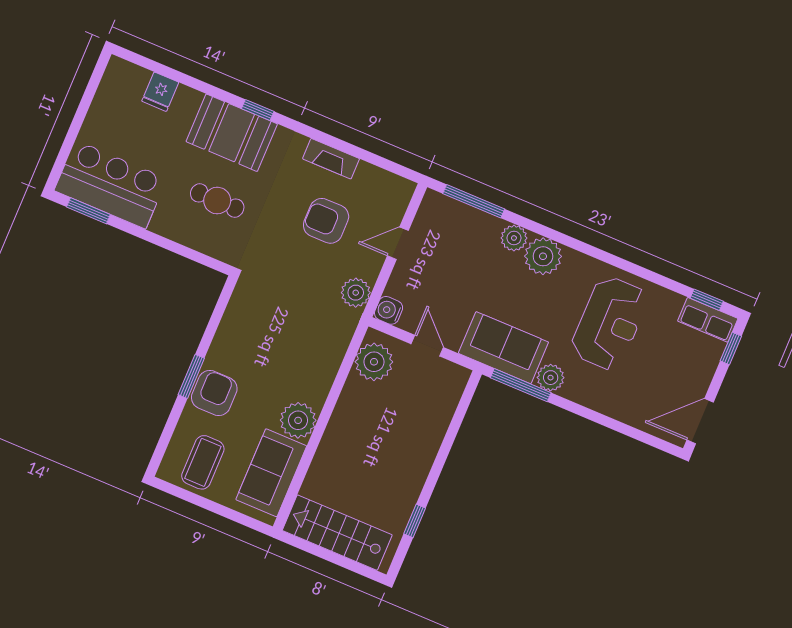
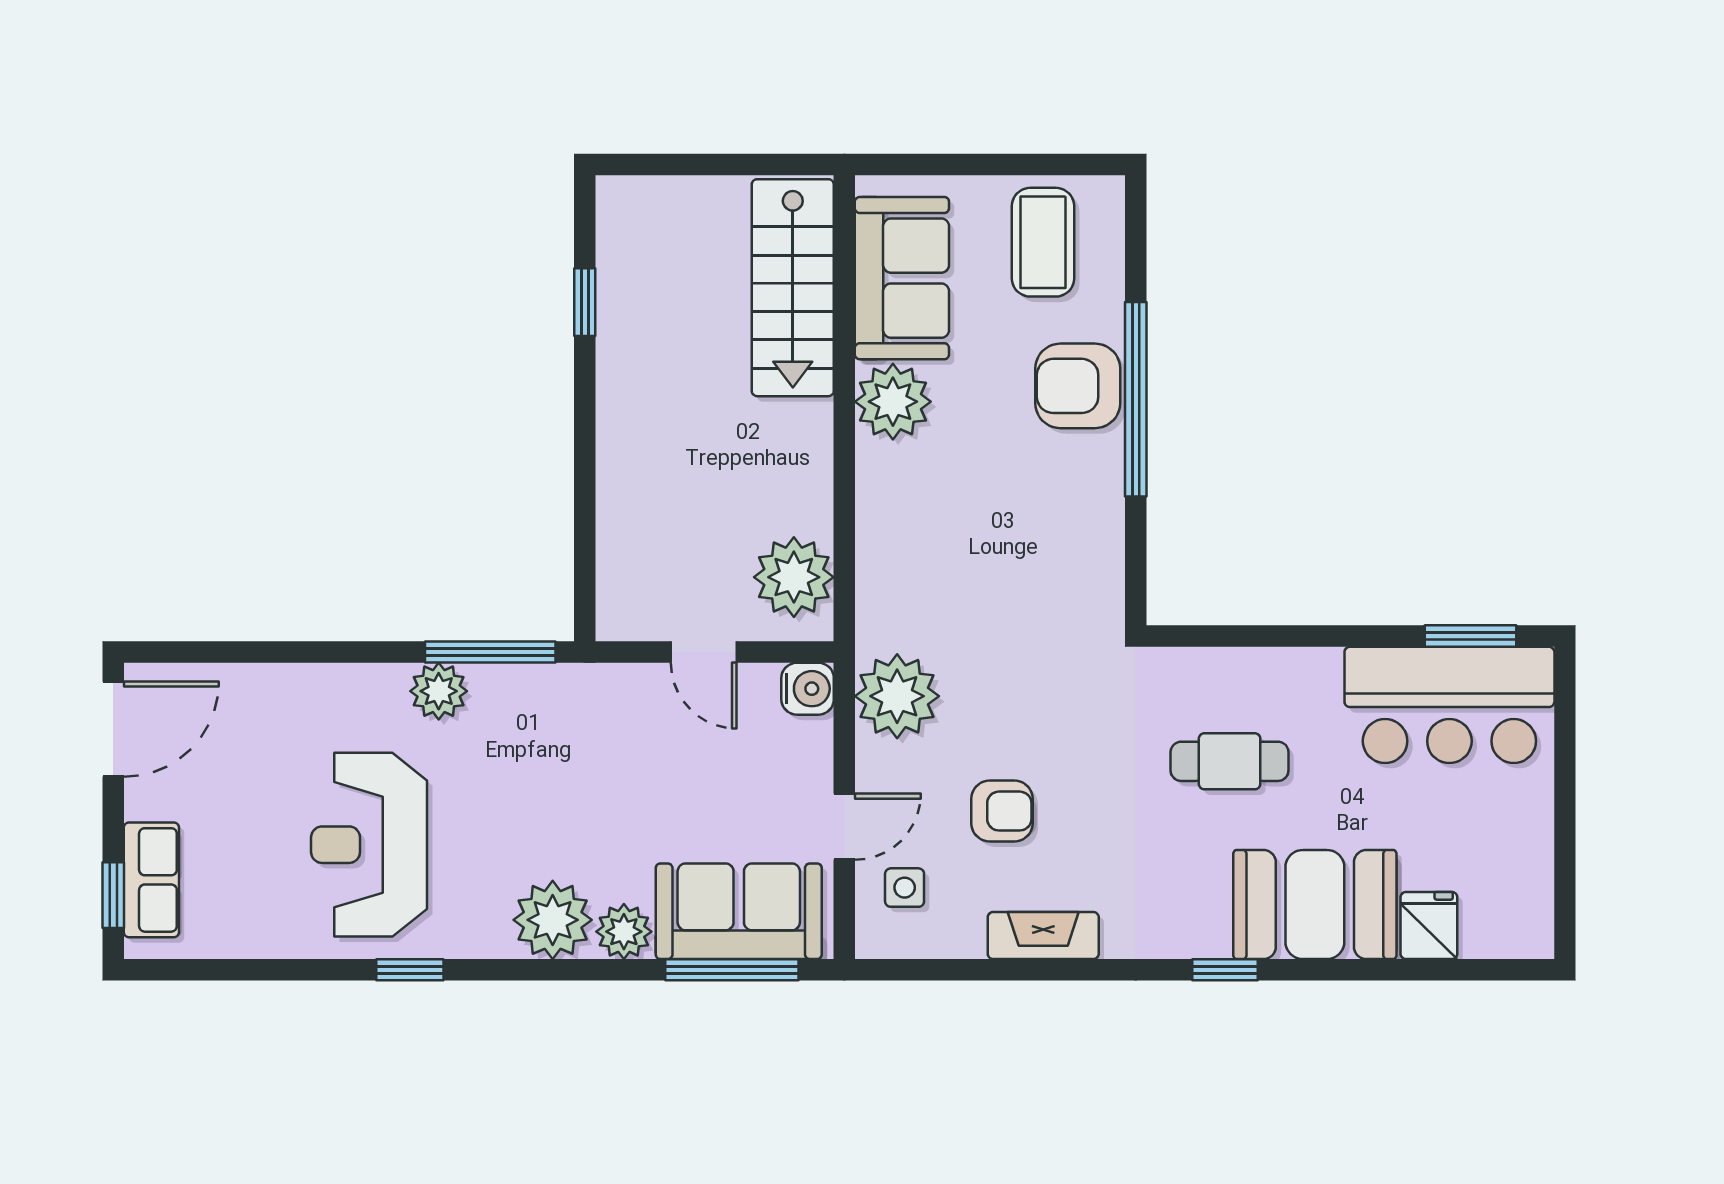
booth: (232, 133) -> (1315, 905), moved
side table: (383, 205) -> (905, 888), added
armchair: (326, 221) -> (1002, 811), width x0.72, depth x0.72
plant: (356, 293) -> (897, 696), width x1.36, depth x1.36
window: (707, 300) -> (410, 970), moved
row of seats: (708, 320) -> (151, 880), moved, turned 90
sofa: (503, 348) -> (739, 911), moved, turned 180
window: (191, 376) -> (1136, 399), width x2.11
armchair: (214, 393) -> (1078, 386), turned 90
stairs: (337, 533) -> (793, 288), moved, turned 90

